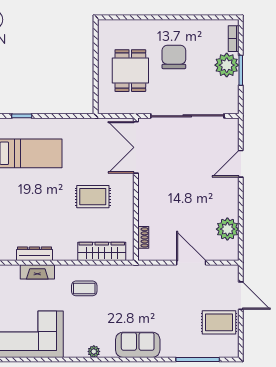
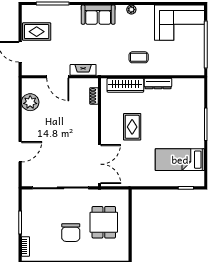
plant: (227, 65) -> (31, 226), removed
rug: (93, 197) -> (132, 127), turned 90
dresser: (34, 254) -> (158, 84), moved
fireplace: (37, 272) -> (83, 70), moved

